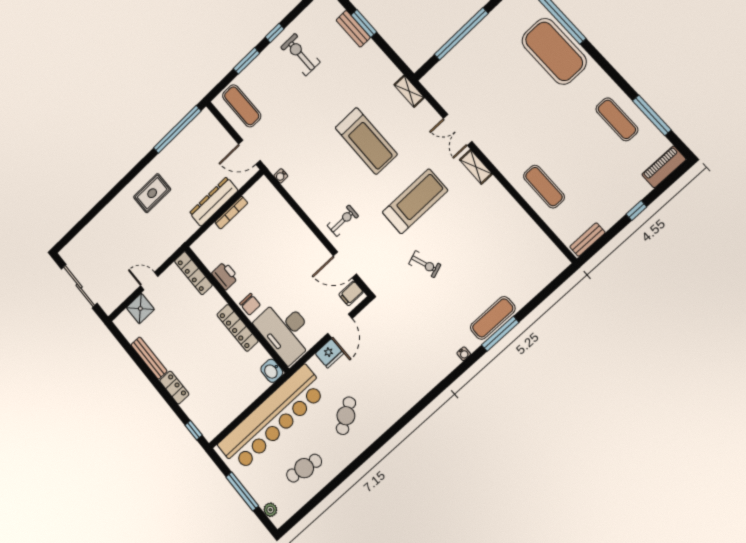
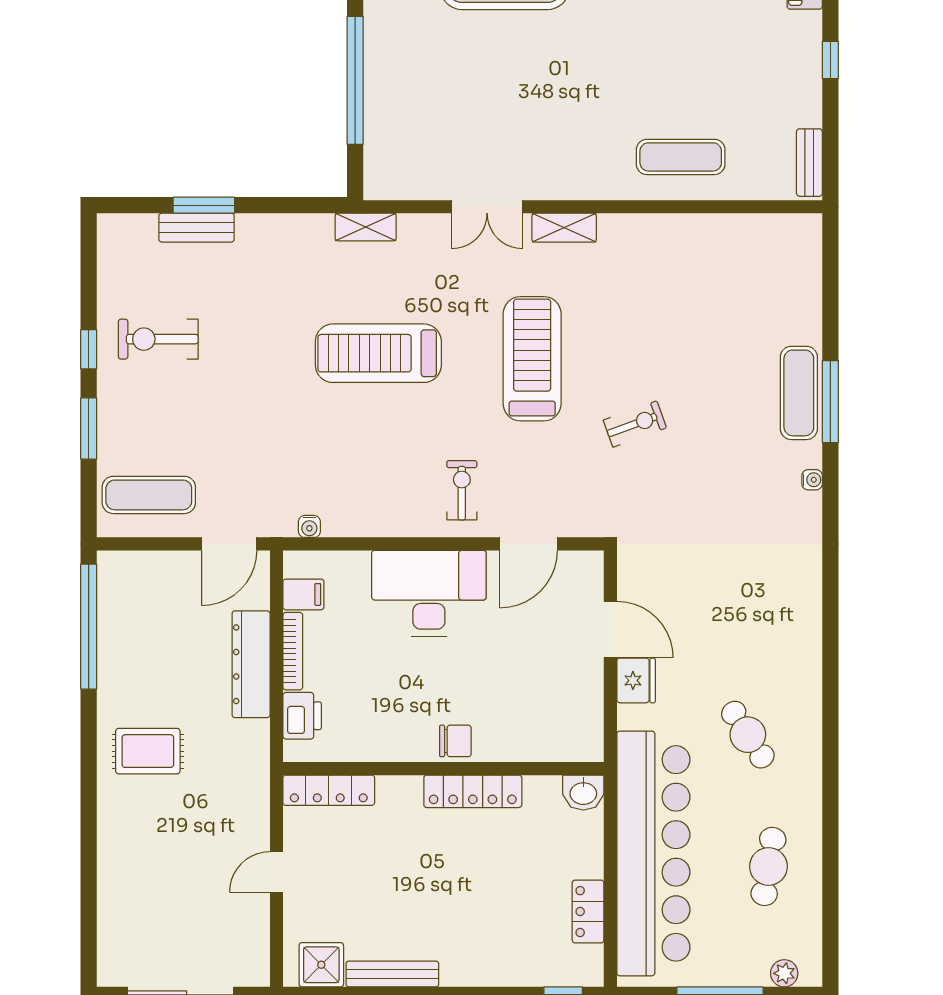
treadmill: (366, 141) -> (378, 353), turned 180
rug: (152, 193) -> (148, 751), turned 90
printer: (225, 276) -> (302, 716), moved, turned 90
filing cabinet: (351, 293) -> (303, 594), moved, turned -90
shower: (140, 308) -> (321, 965), moved
desk: (285, 331) -> (429, 593), moved, turned 180
locker: (174, 388) -> (588, 912), moved, turned -90

